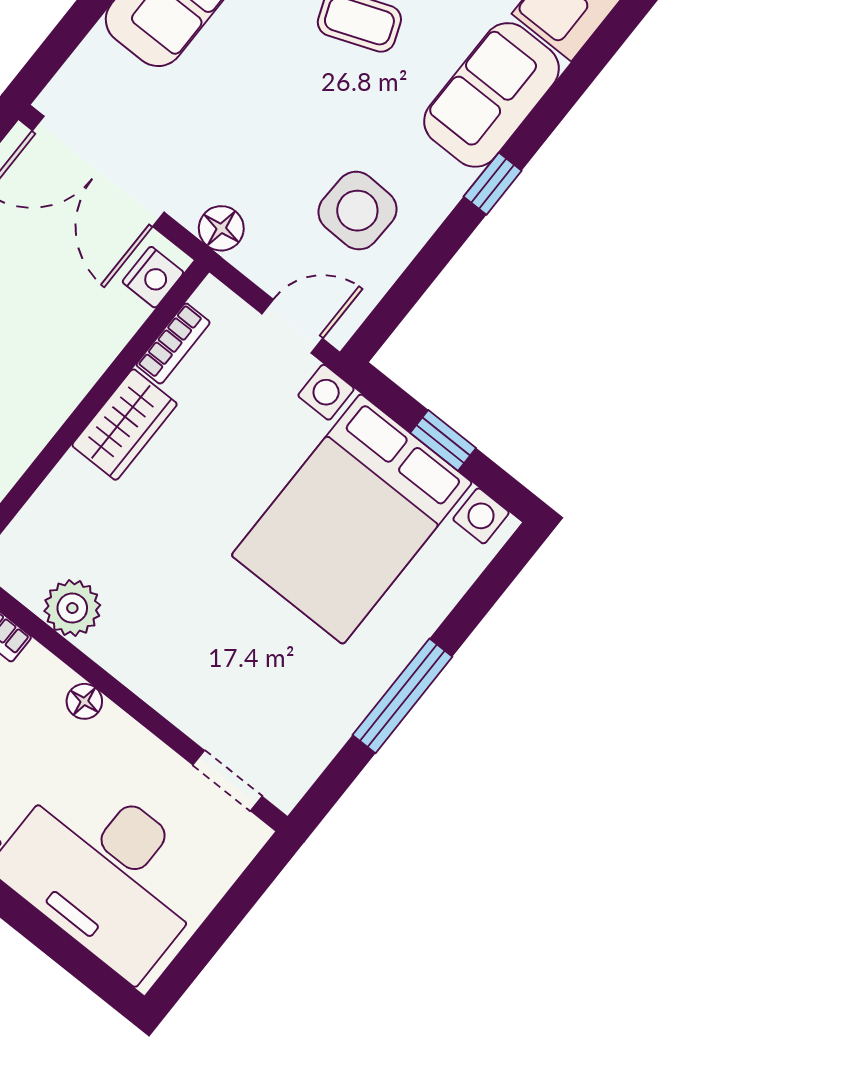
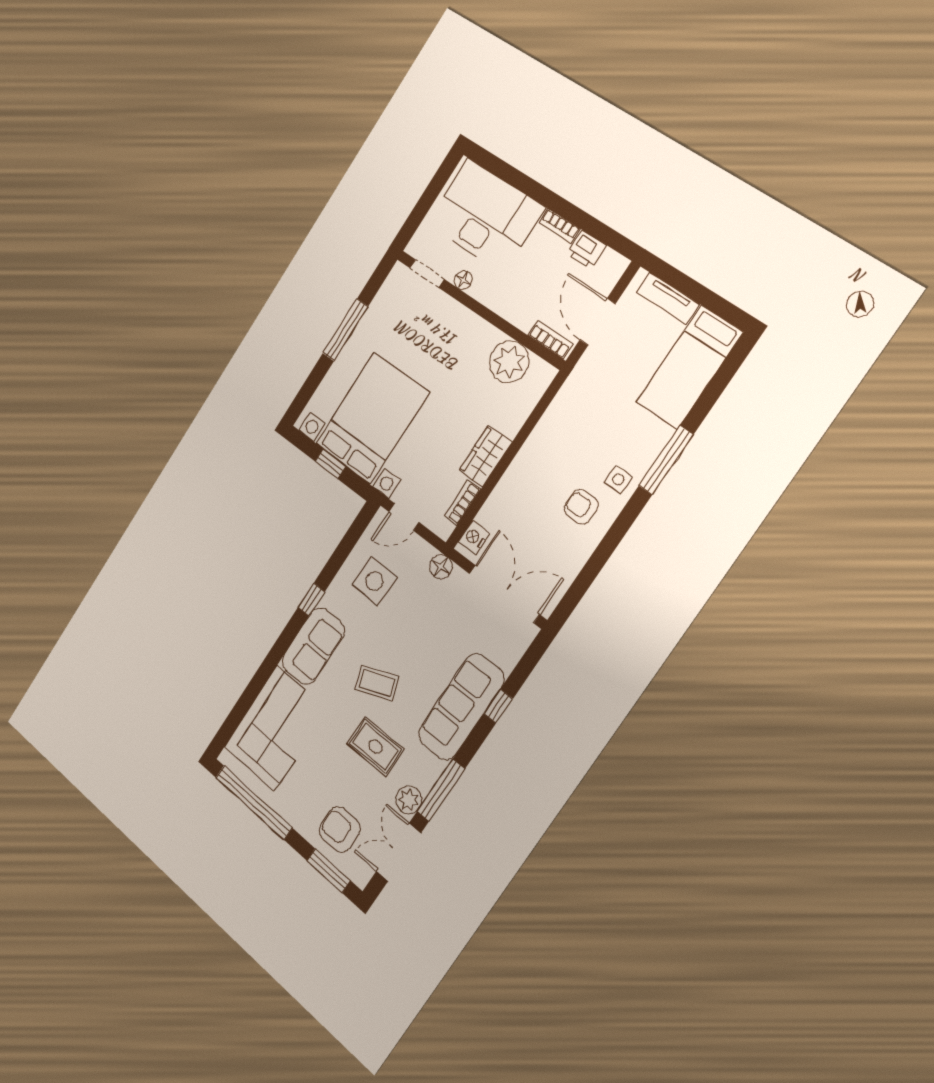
plant: (72, 608) -> (509, 362), width x1.36, depth x1.36
floor lamp: (84, 701) -> (463, 280), moved

